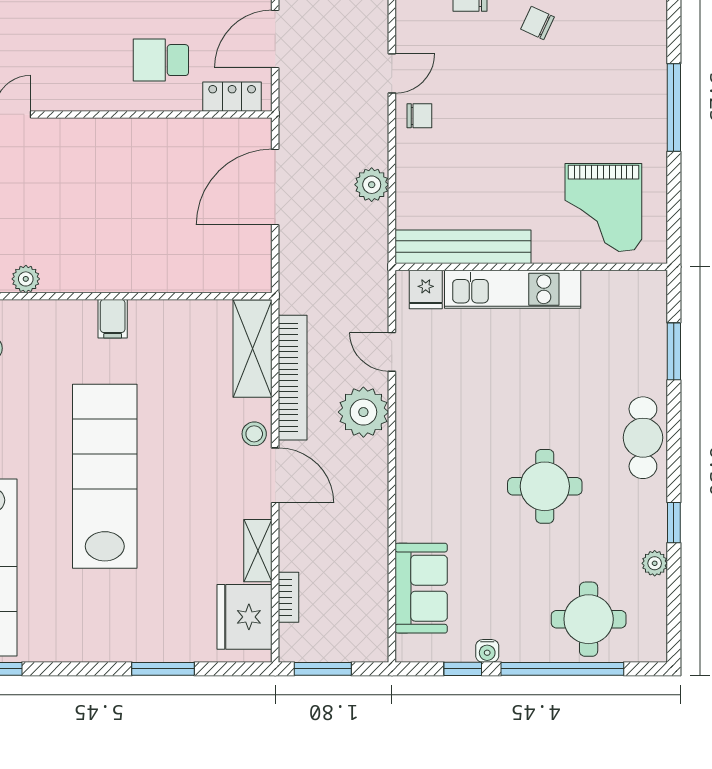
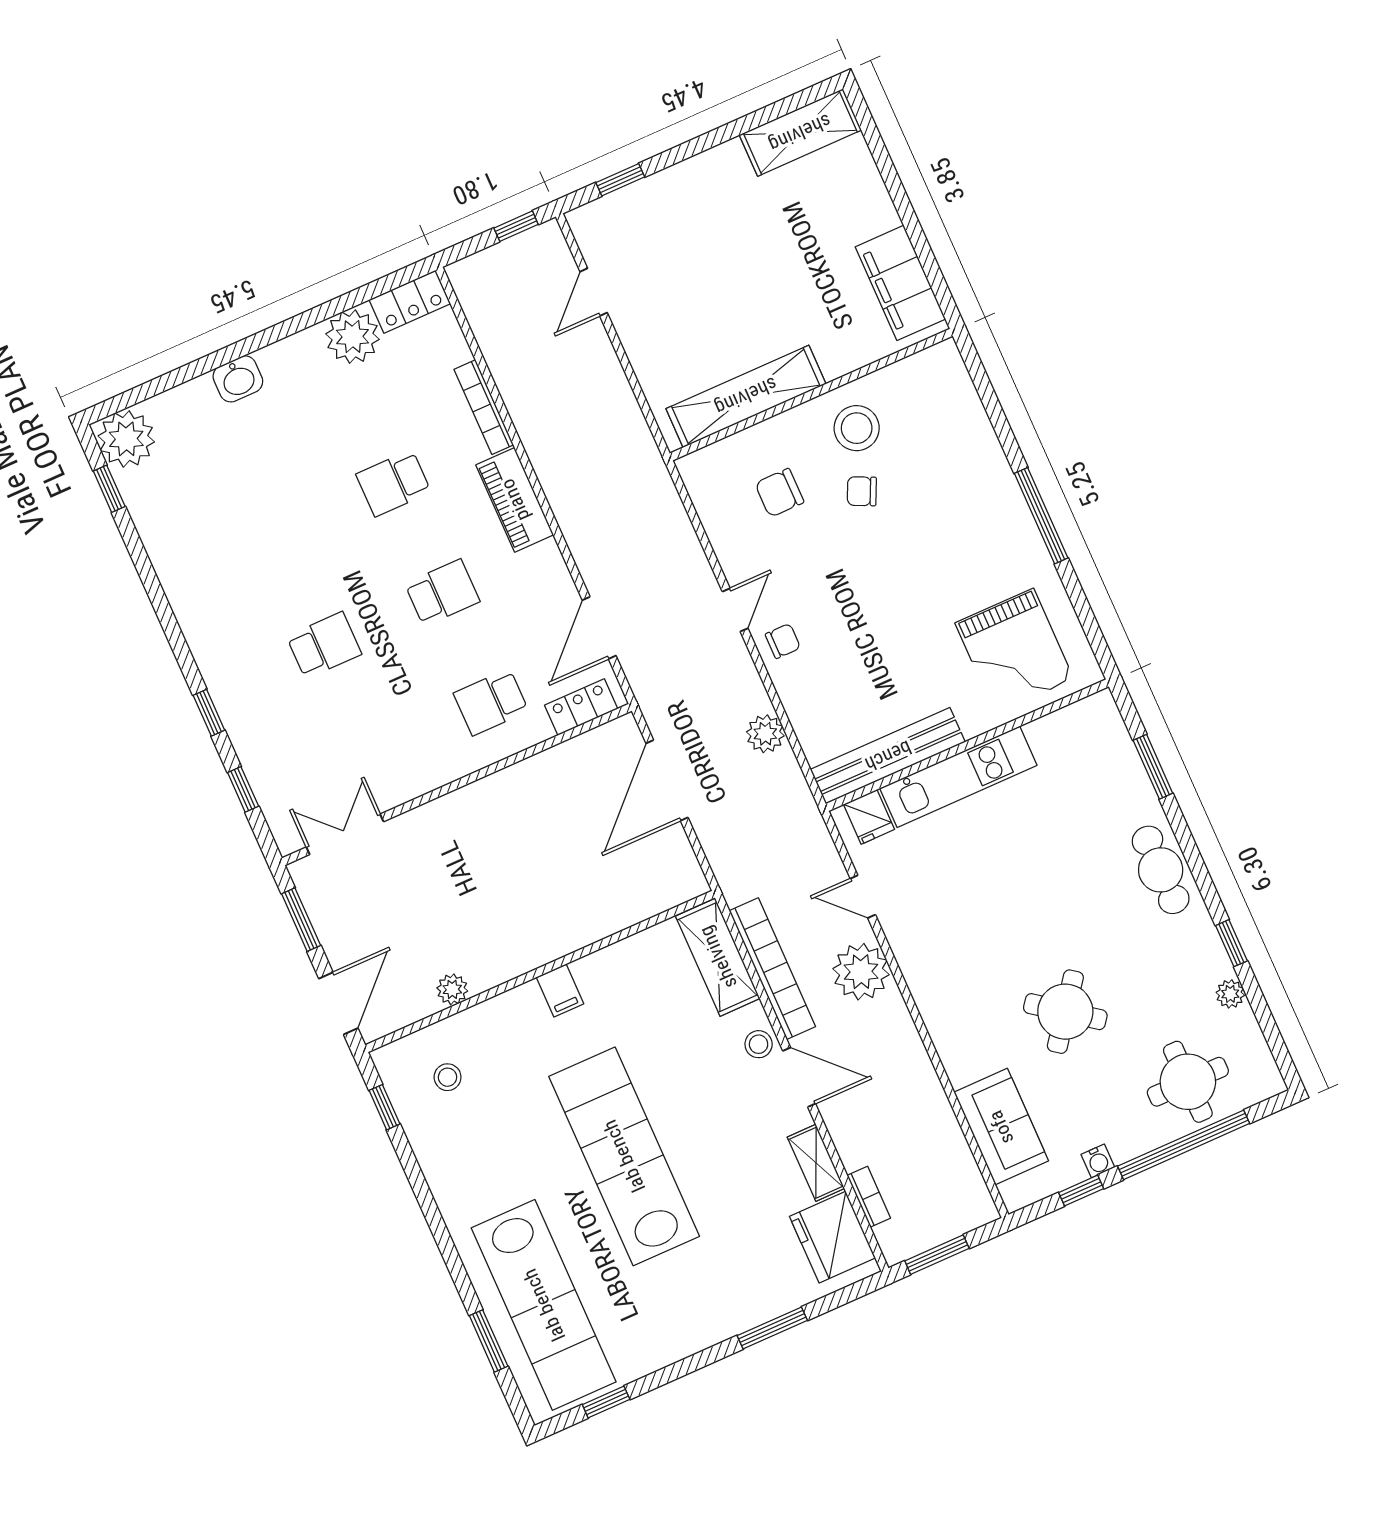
round table: (545, 486) -> (1065, 1012), moved, turned 37

